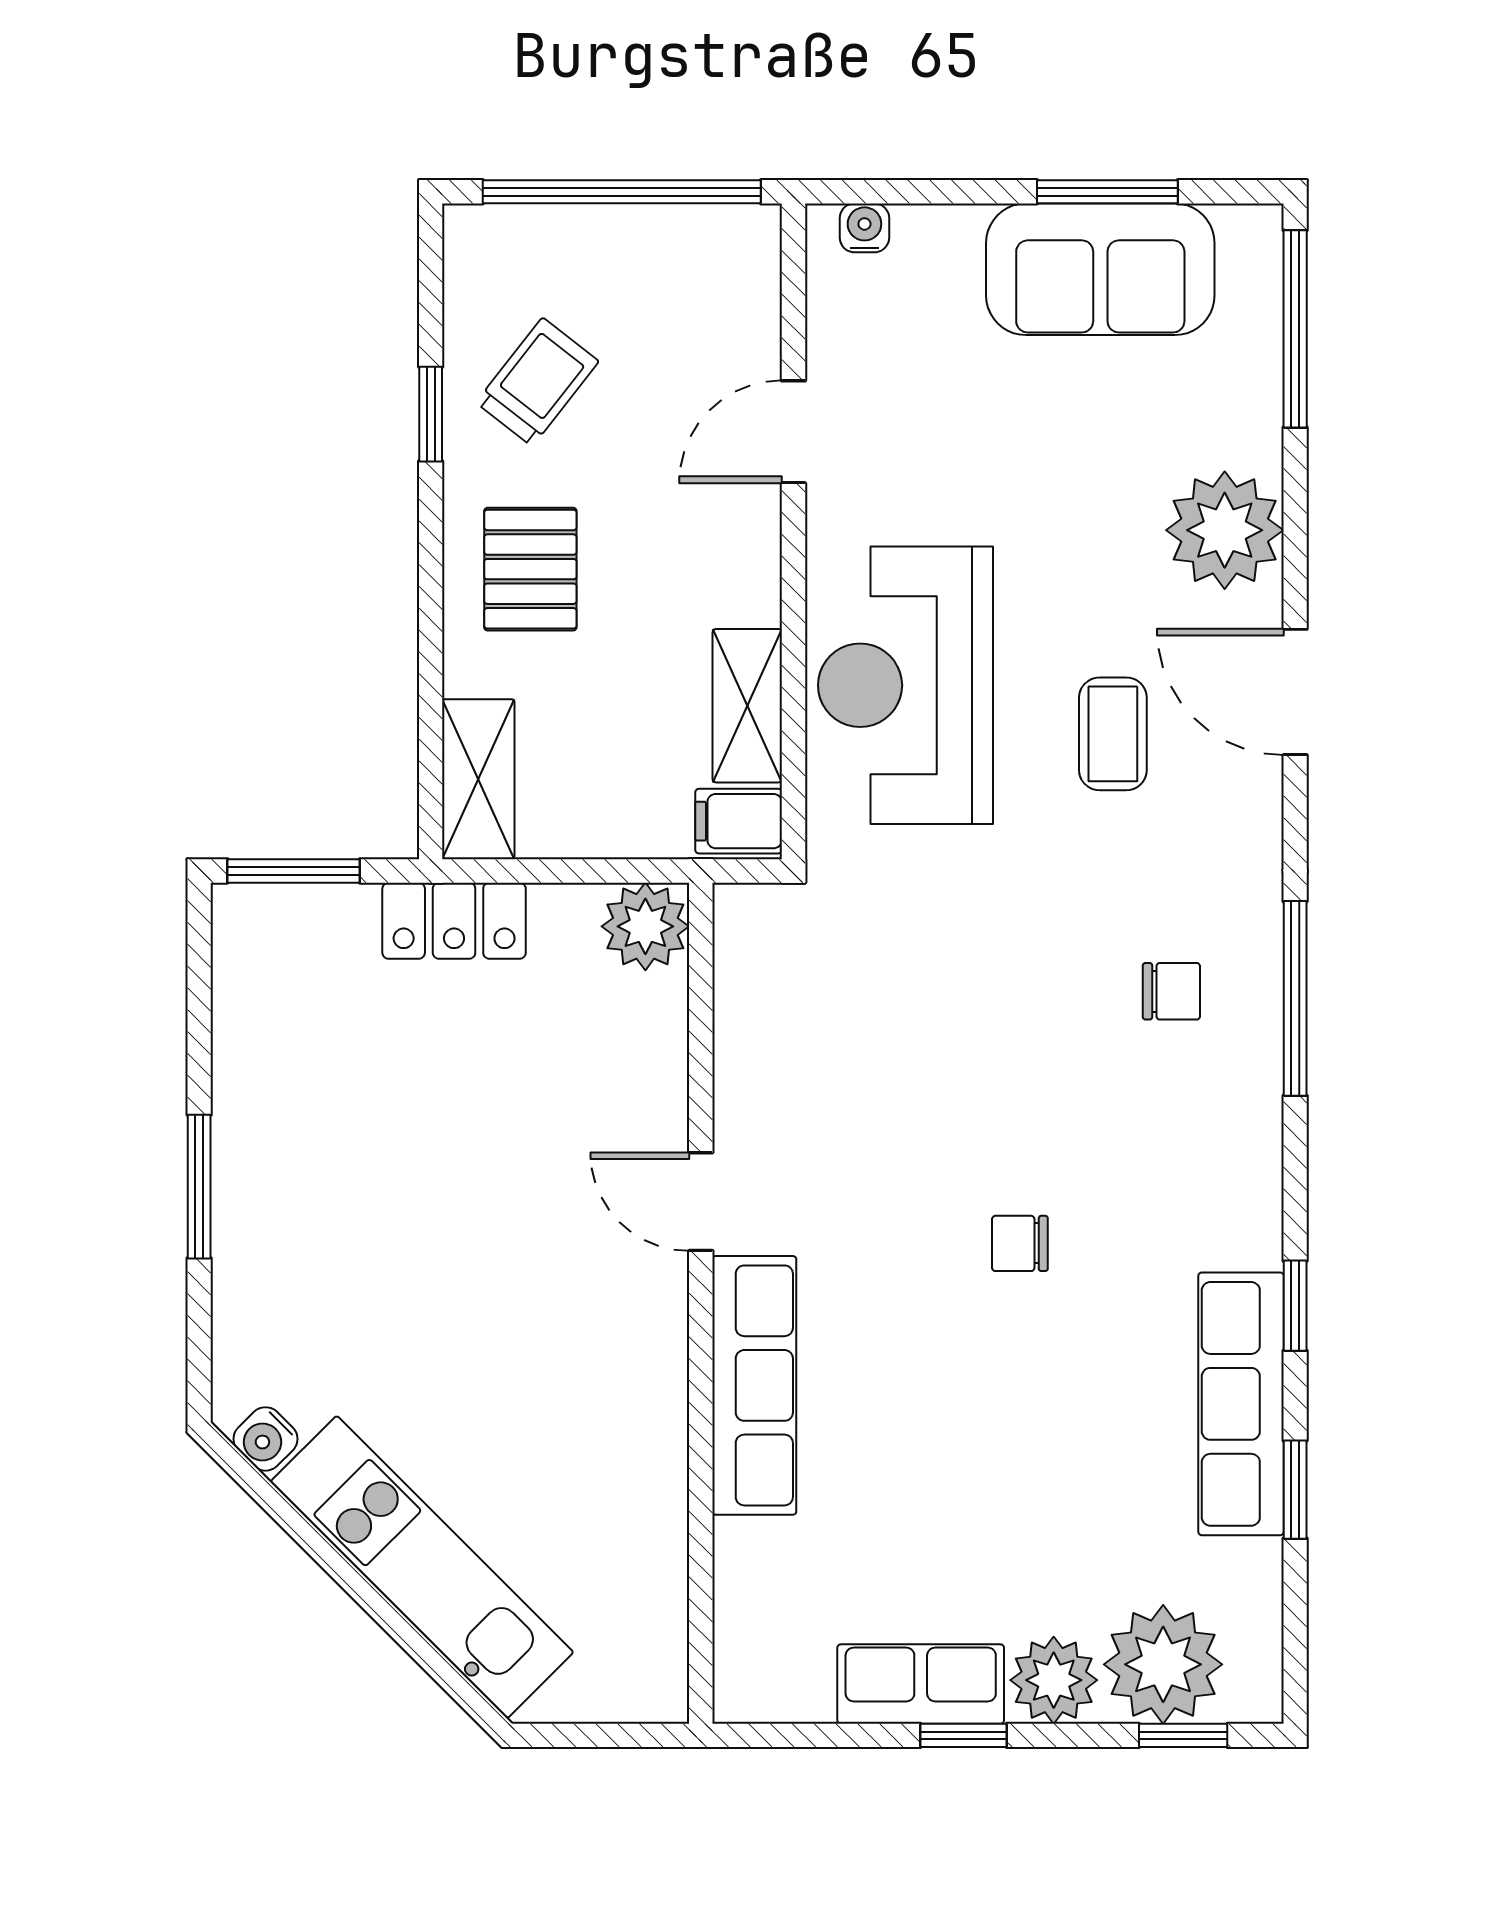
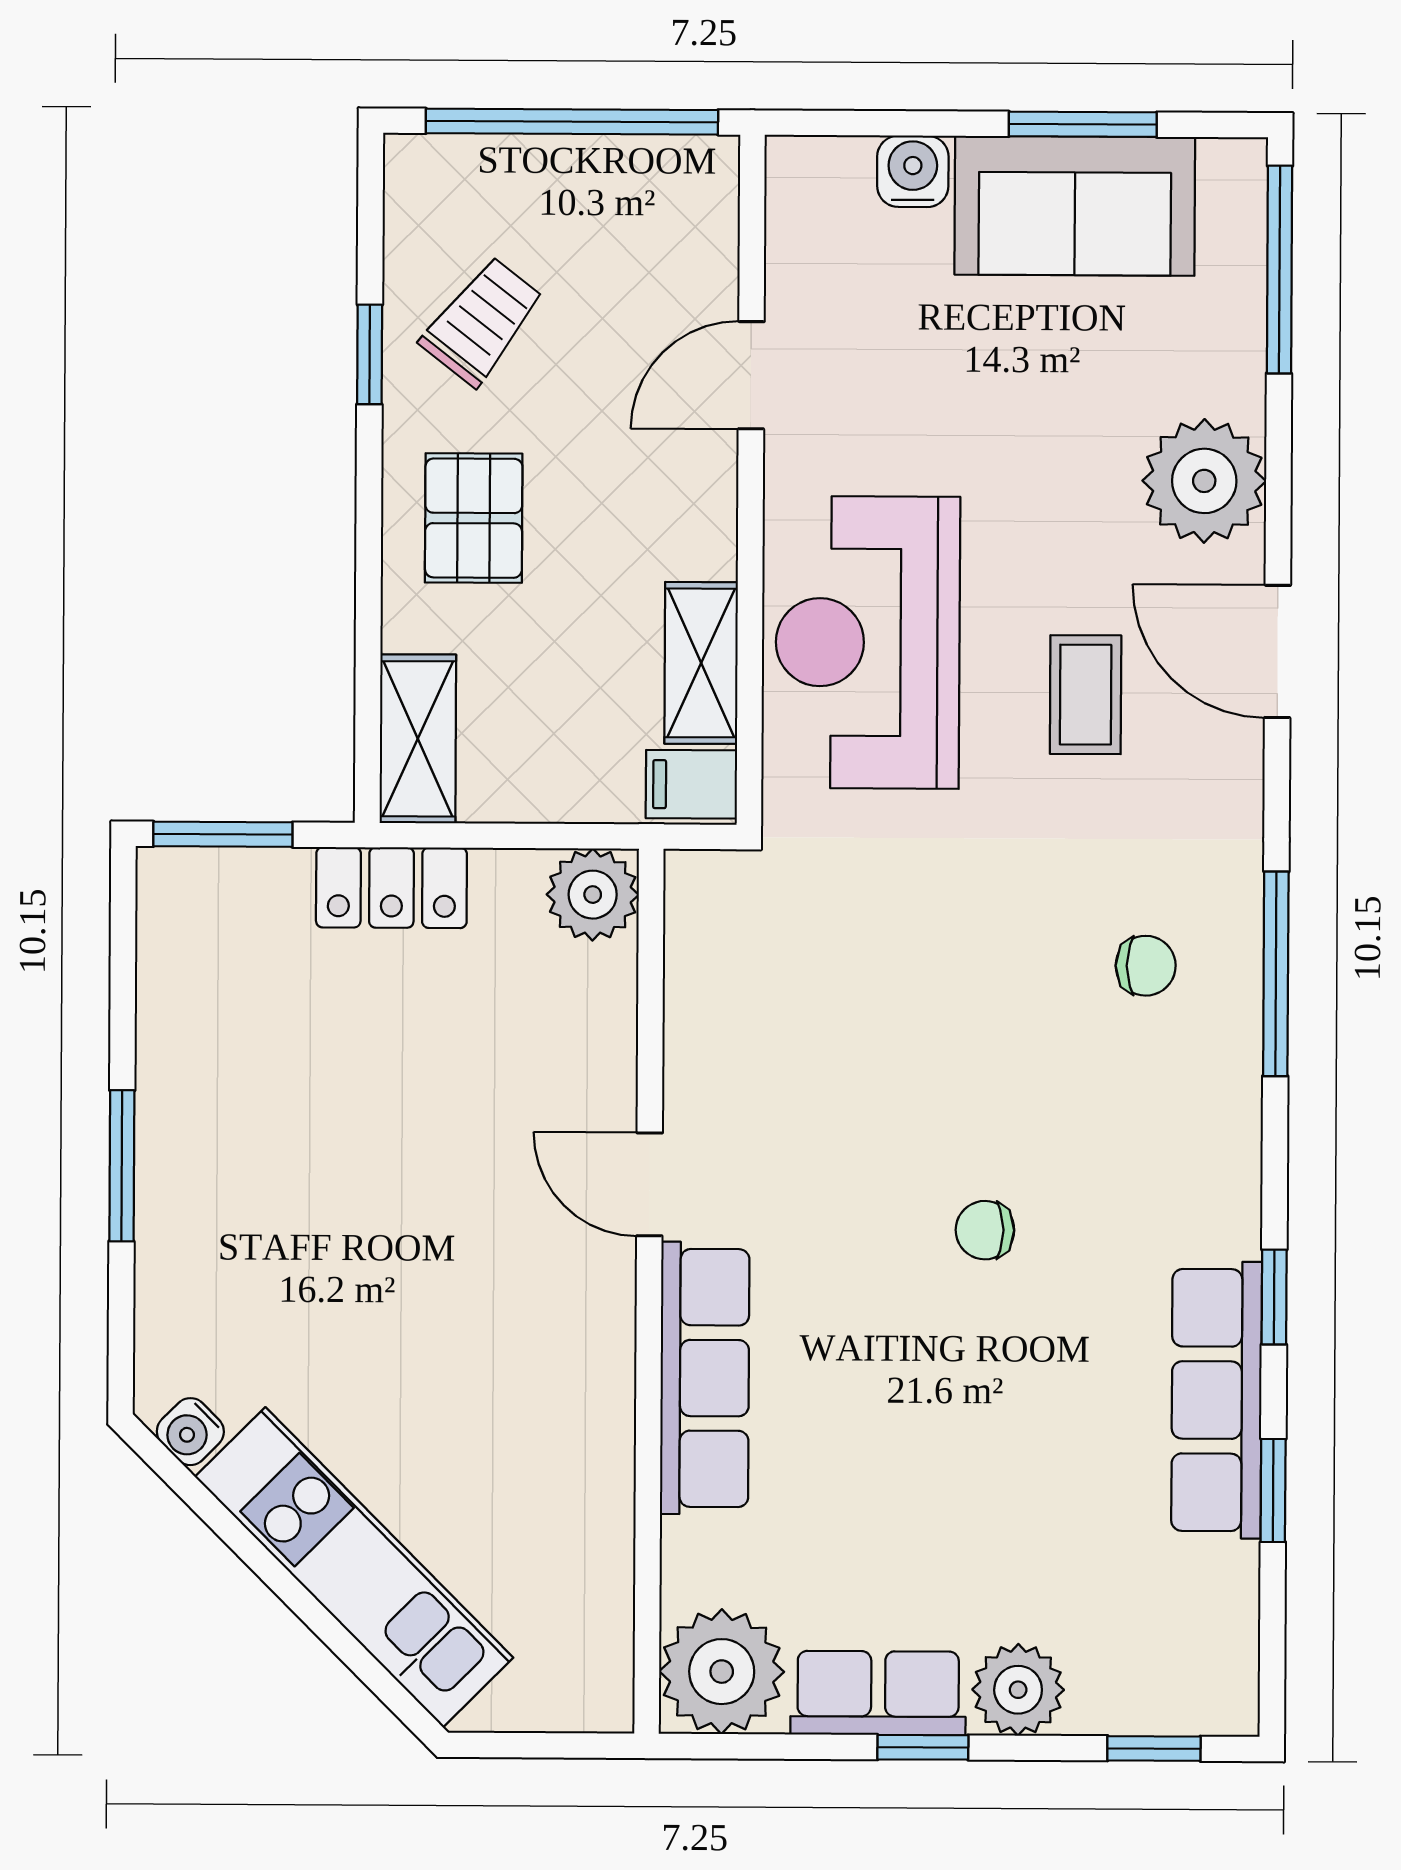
water cooler: (864, 228) -> (913, 171), moved, width x1.38, depth x1.38
plant: (1163, 1664) -> (722, 1672), moved

